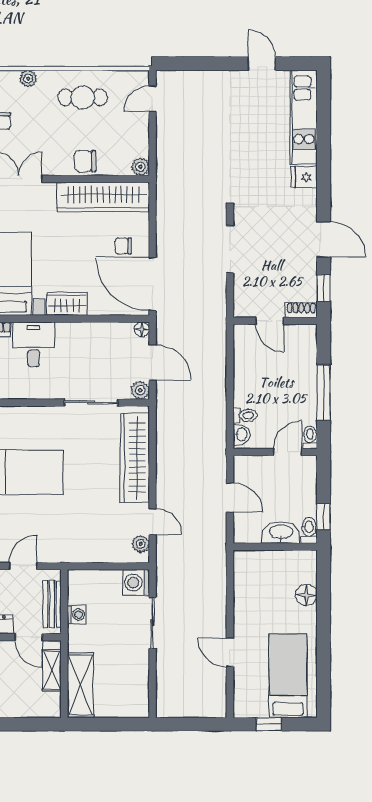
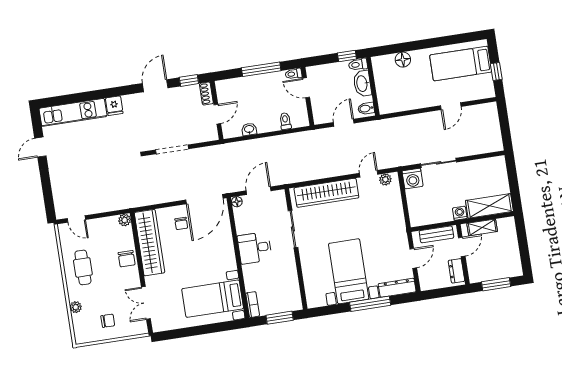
wardrobe: (67, 304) -> (227, 256), removed
desk: (34, 344) -> (255, 248), moved
plant: (140, 390) -> (279, 196), removed
washbasin: (241, 434) -> (249, 129), moved
bidet: (245, 532) -> (366, 108), added
door: (23, 566) -> (413, 258), swing flipped
washing machine: (77, 615) -> (460, 213), moved

